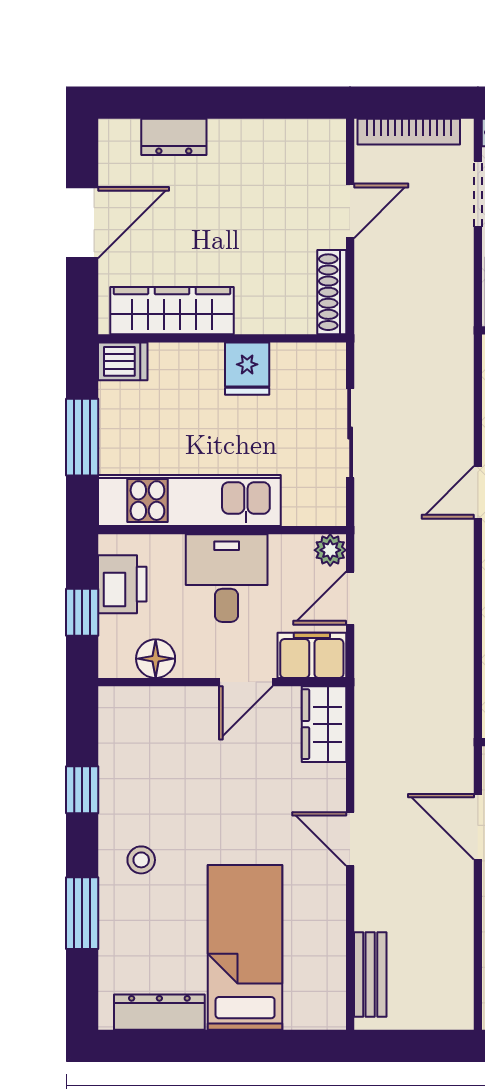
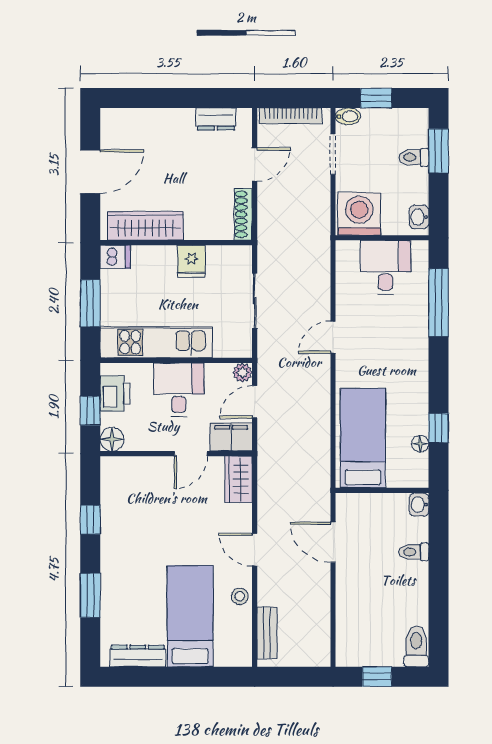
dresser: (174, 137) -> (216, 119), moved
floor lamp: (156, 659) -> (112, 439), moved
stool: (141, 860) -> (240, 596), moved

